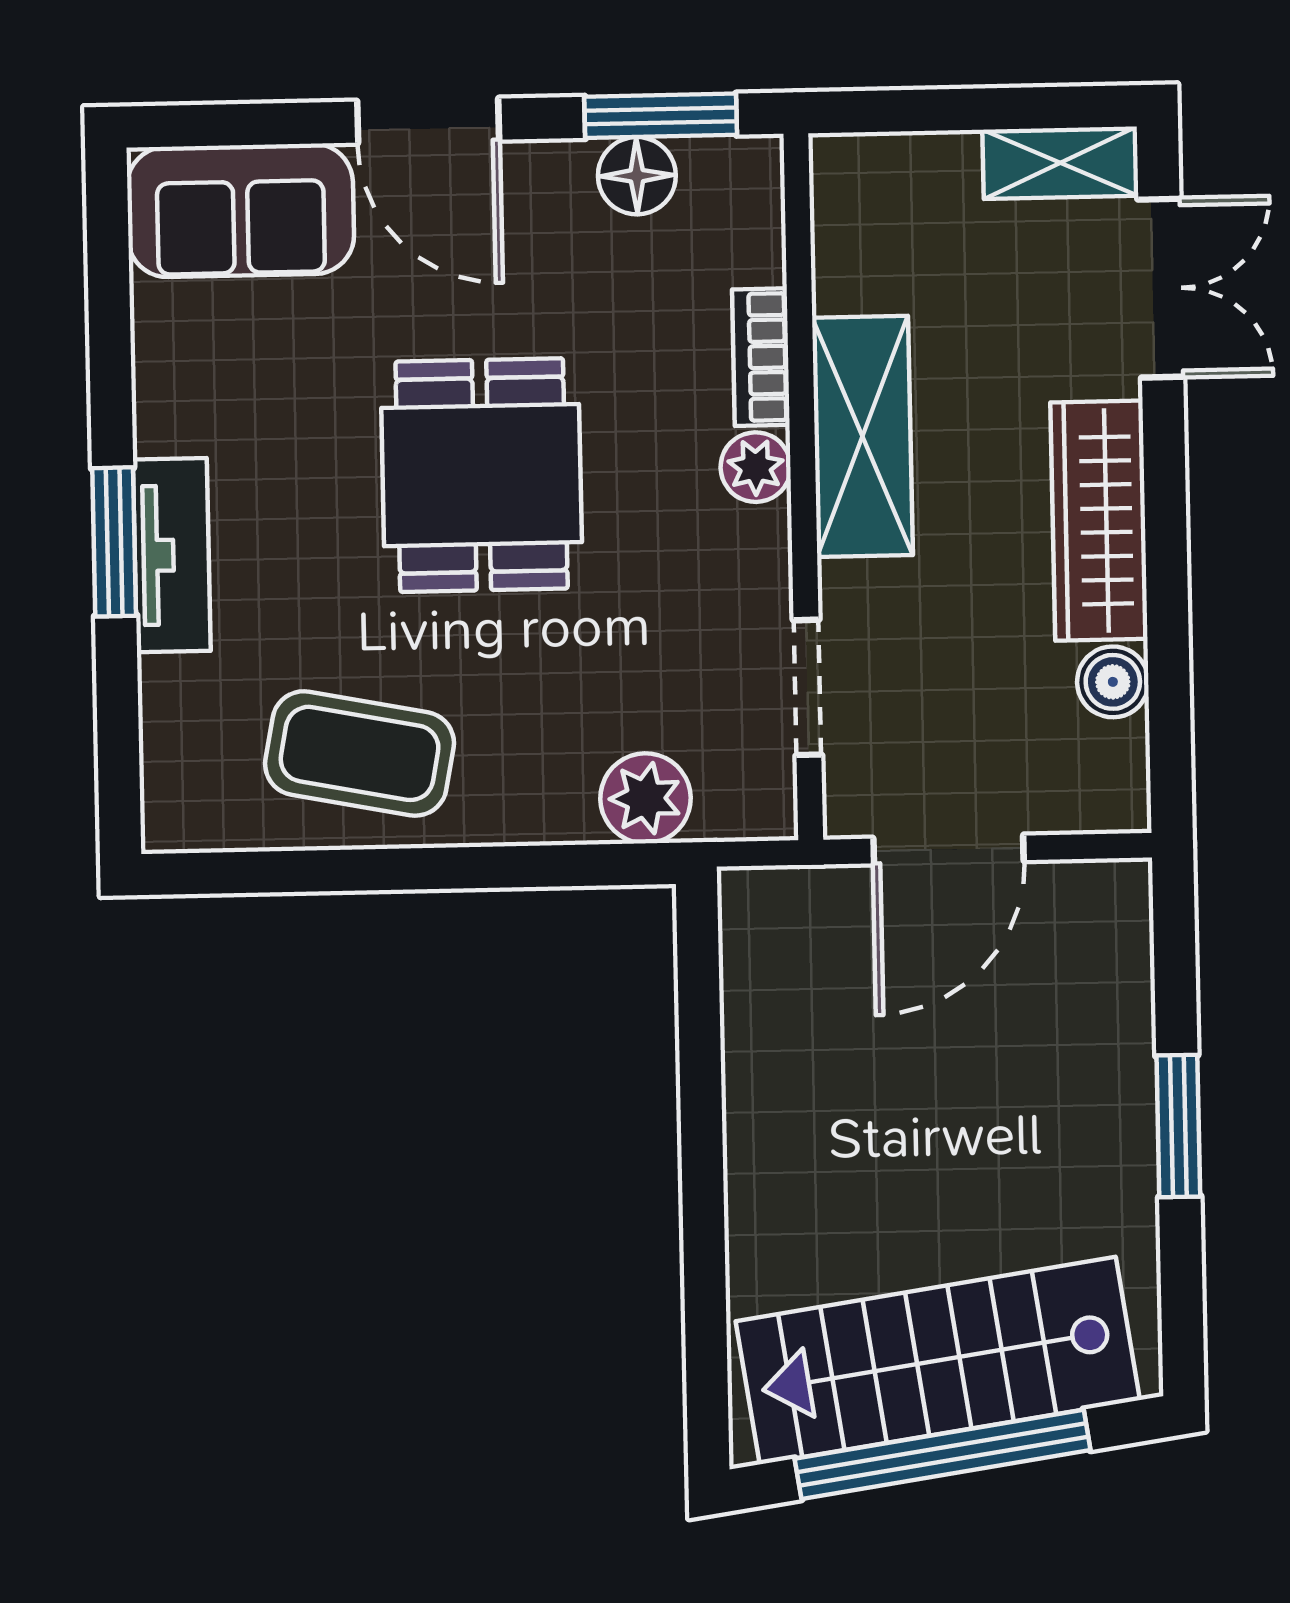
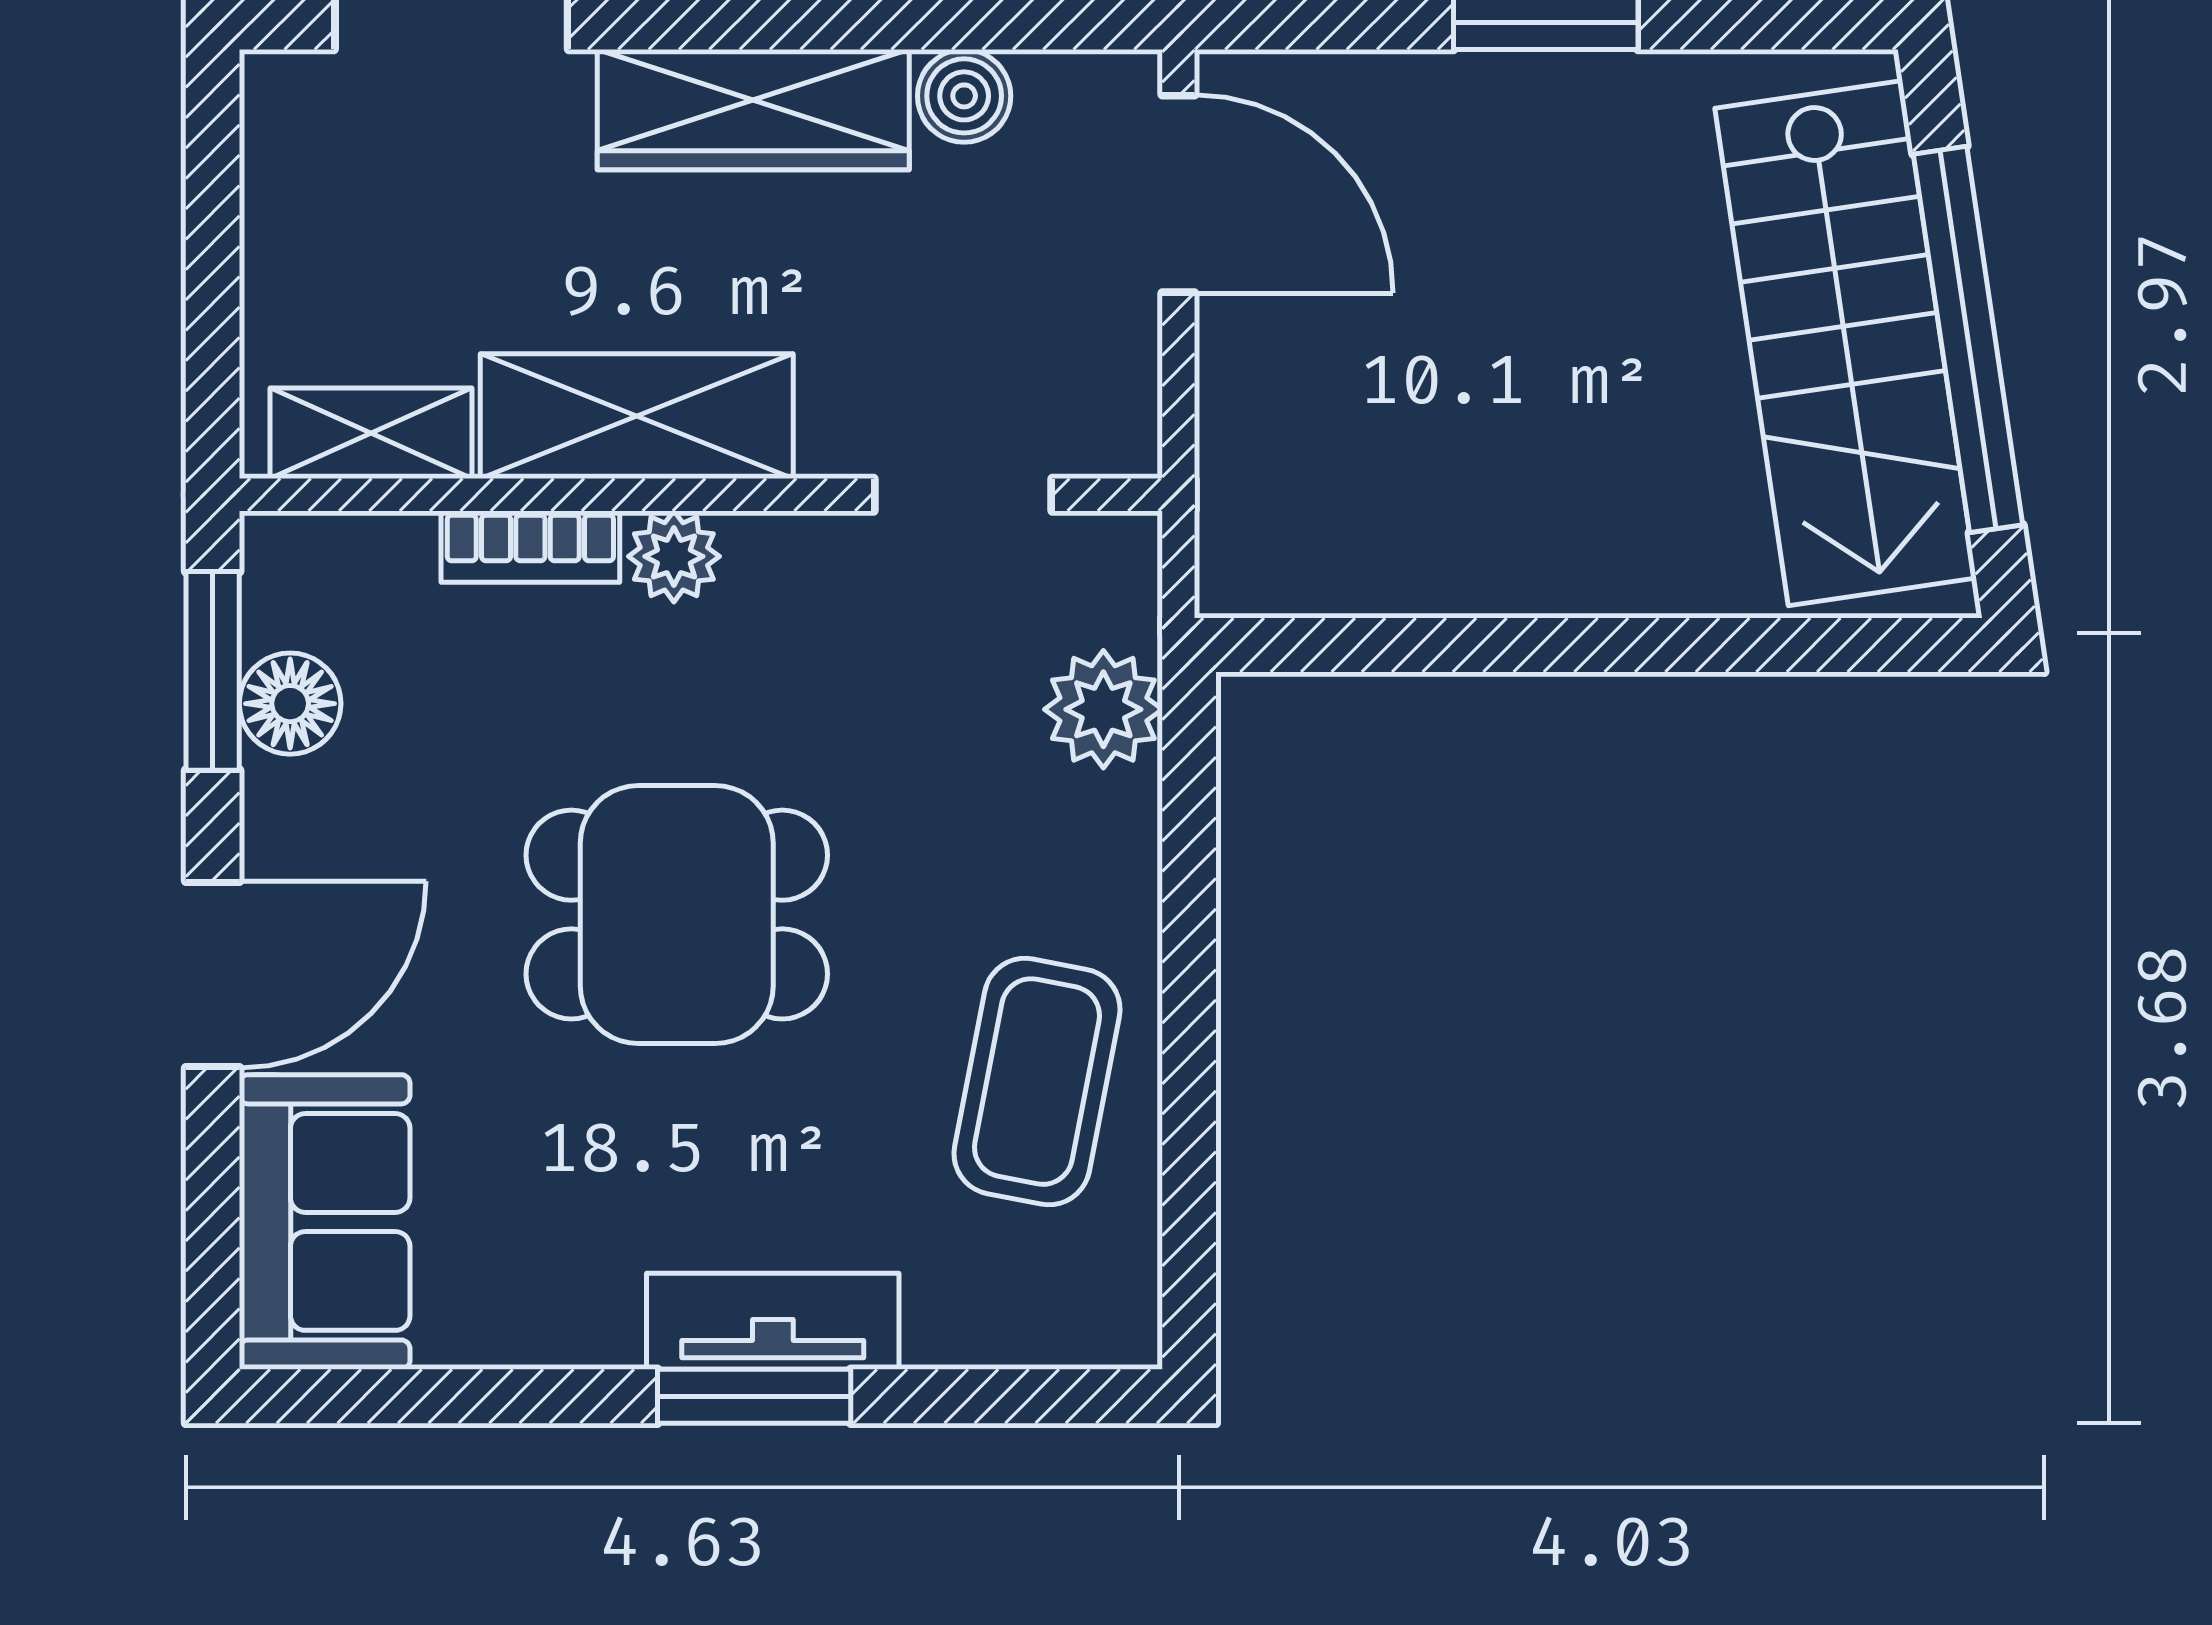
shelving: (1060, 163) -> (371, 433), moved, turned 90
door: (948, 849) -> (1178, 194), moved

